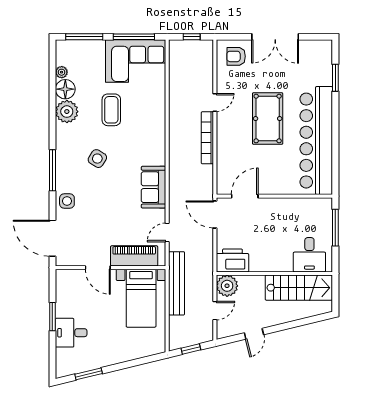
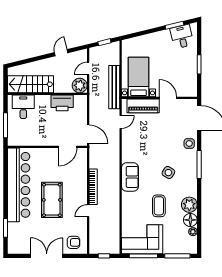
sofa: (154, 187) -> (130, 177), moved
printer: (232, 260) -> (62, 103), moved
desk: (71, 333) -> (182, 37), moved, turned -104

